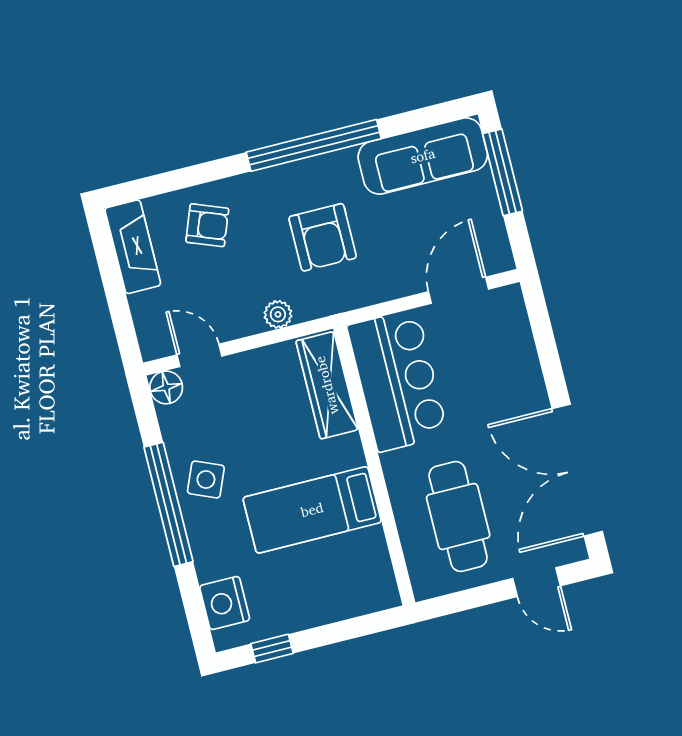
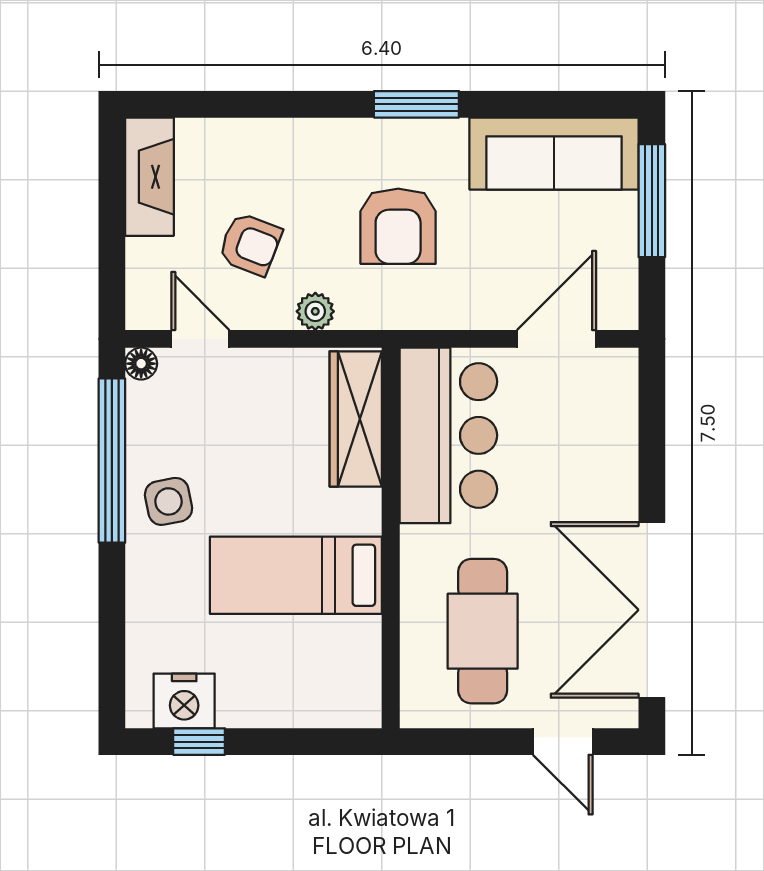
window: (314, 145) -> (416, 104), width x0.47
armchair: (207, 225) -> (250, 244), moved
floor lamp: (166, 387) -> (141, 364), width x0.73, depth x0.73
side table: (206, 479) -> (169, 501), turned -34
window: (168, 504) -> (112, 461), moved
nightstand: (225, 603) -> (184, 701), moved, turned -90

